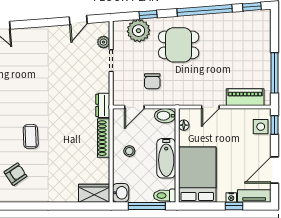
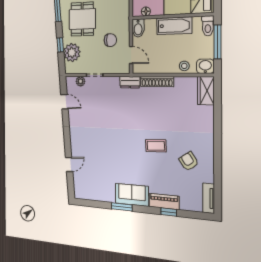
stool: (129, 151) -> (184, 66), moved

